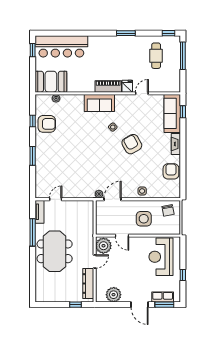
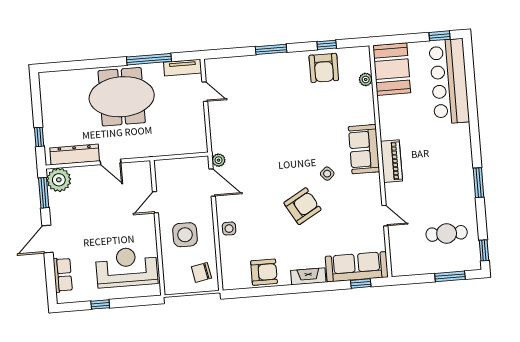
window: (183, 56) -> (450, 276), width x0.69
fridge: (127, 86) -> (394, 191), removed
plant: (103, 246) -> (137, 174), removed
plant: (114, 295) -> (59, 180), moved
window: (164, 305) -> (44, 193), moved

